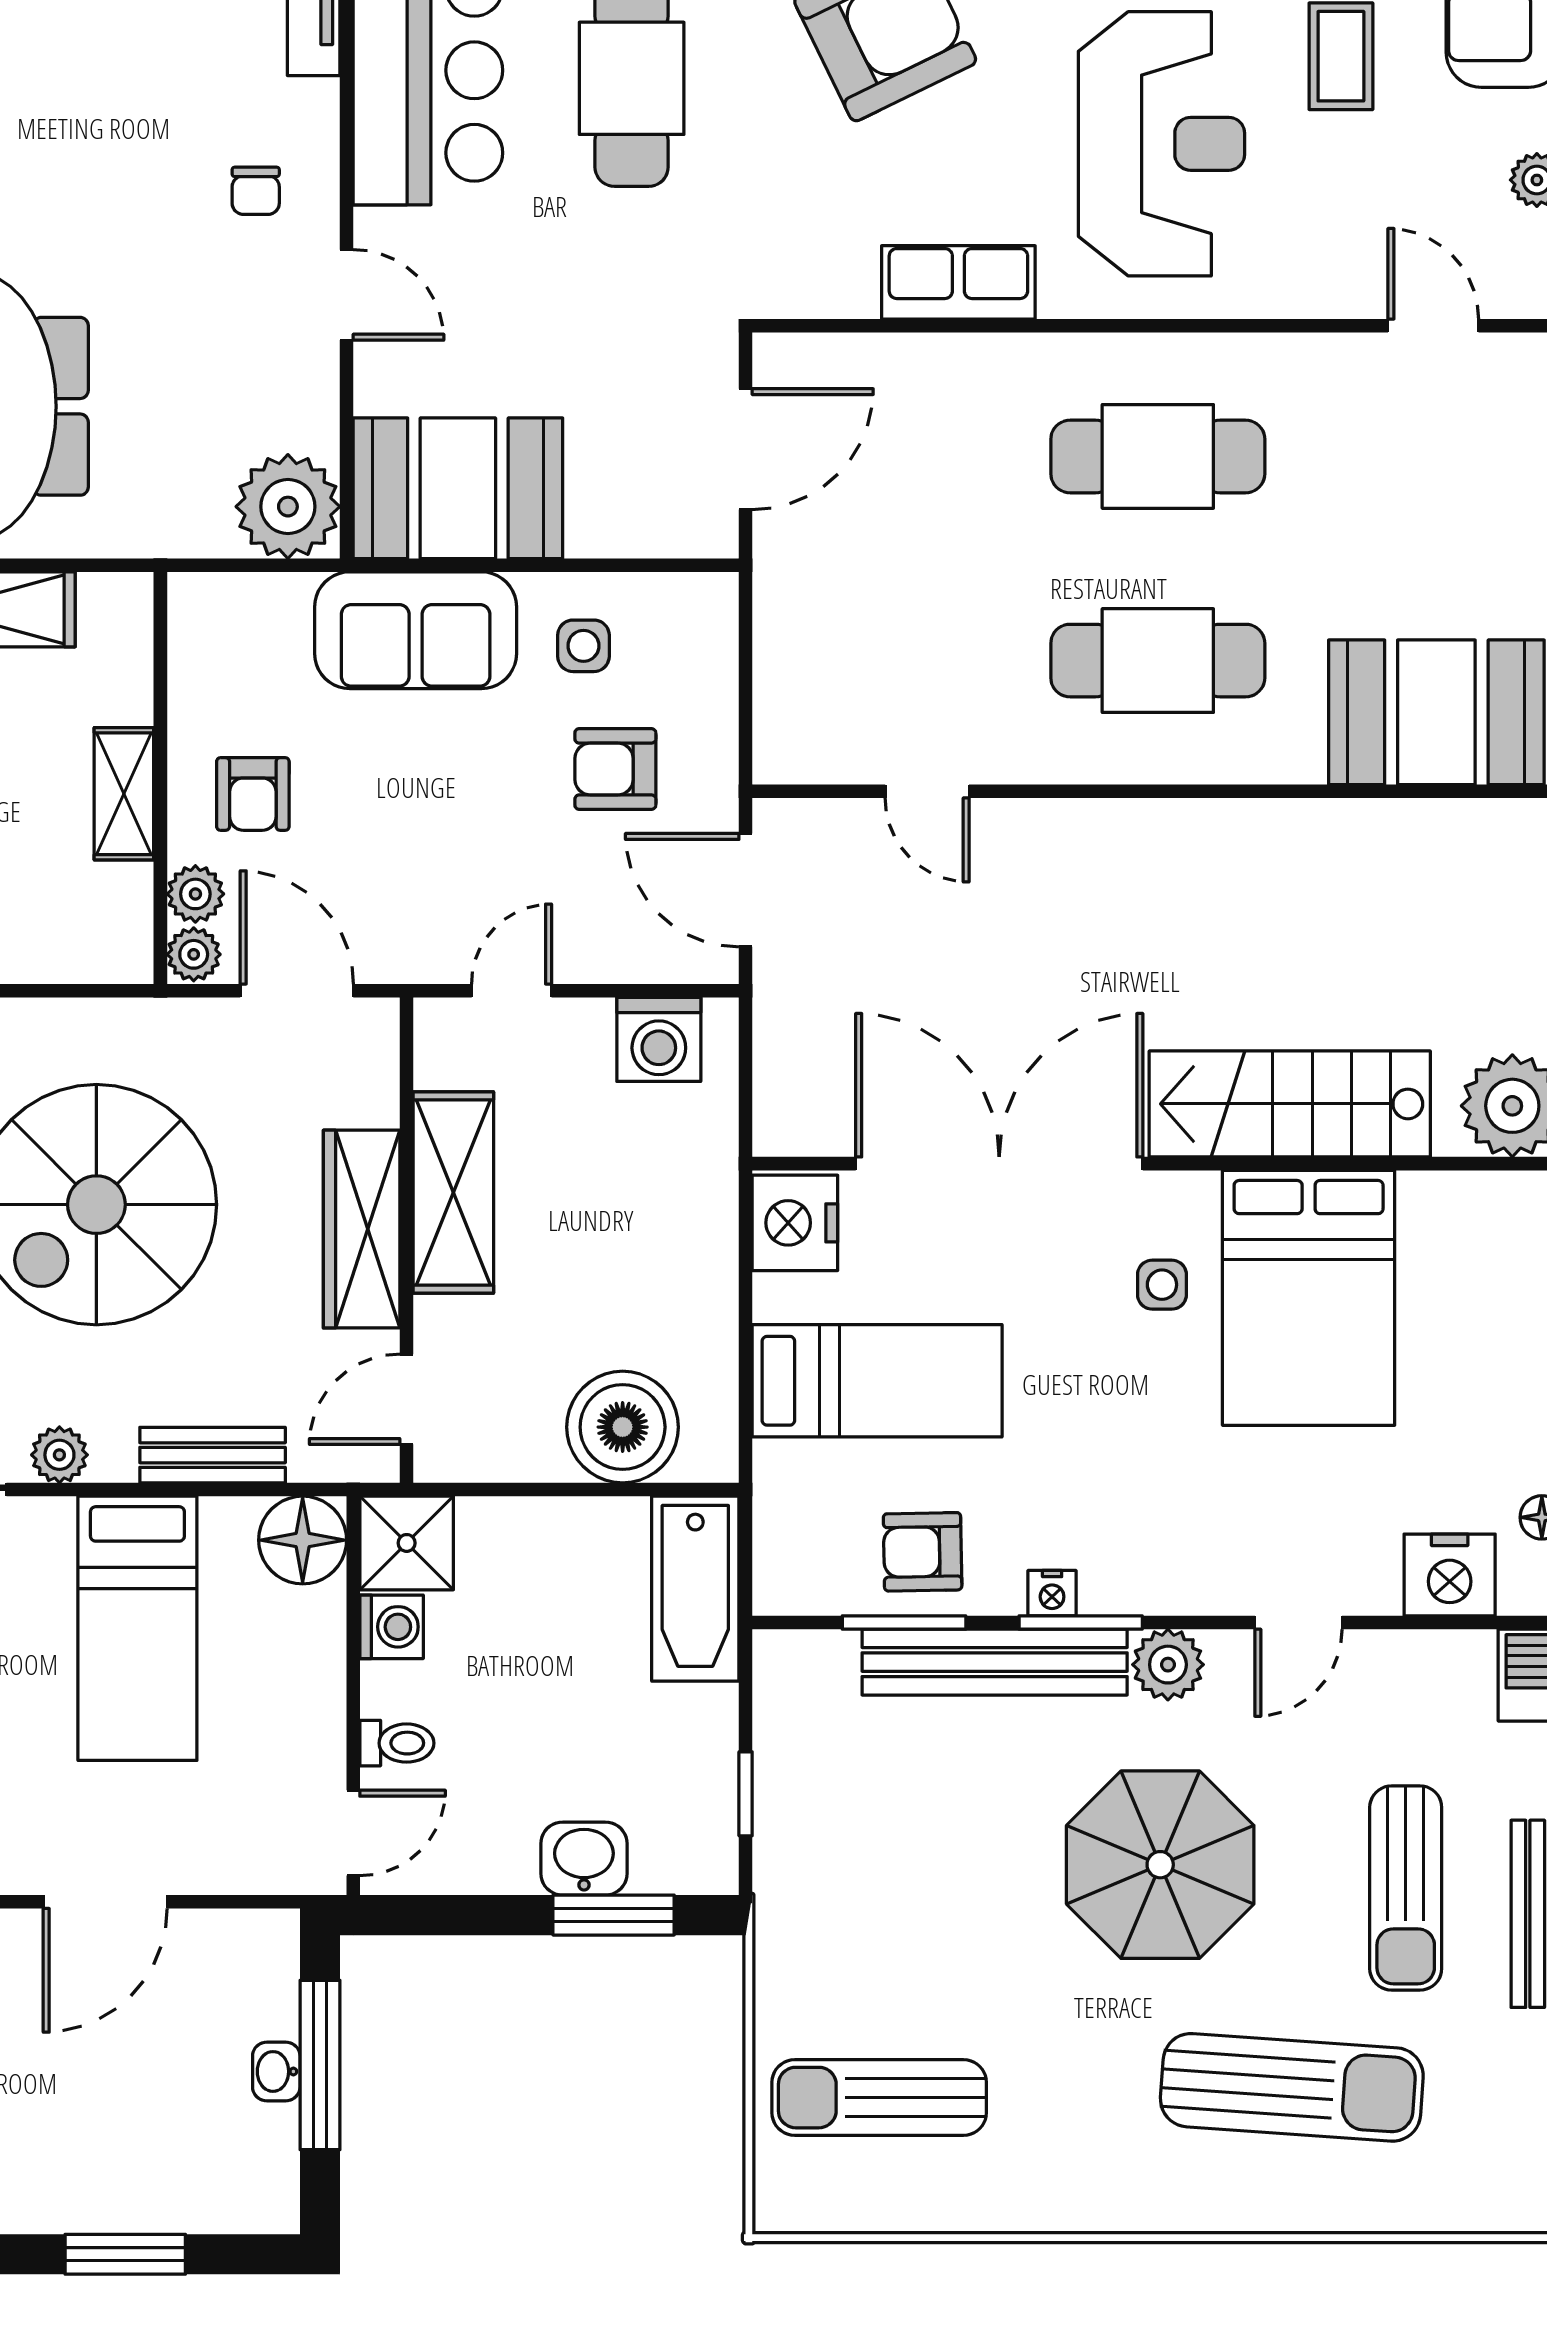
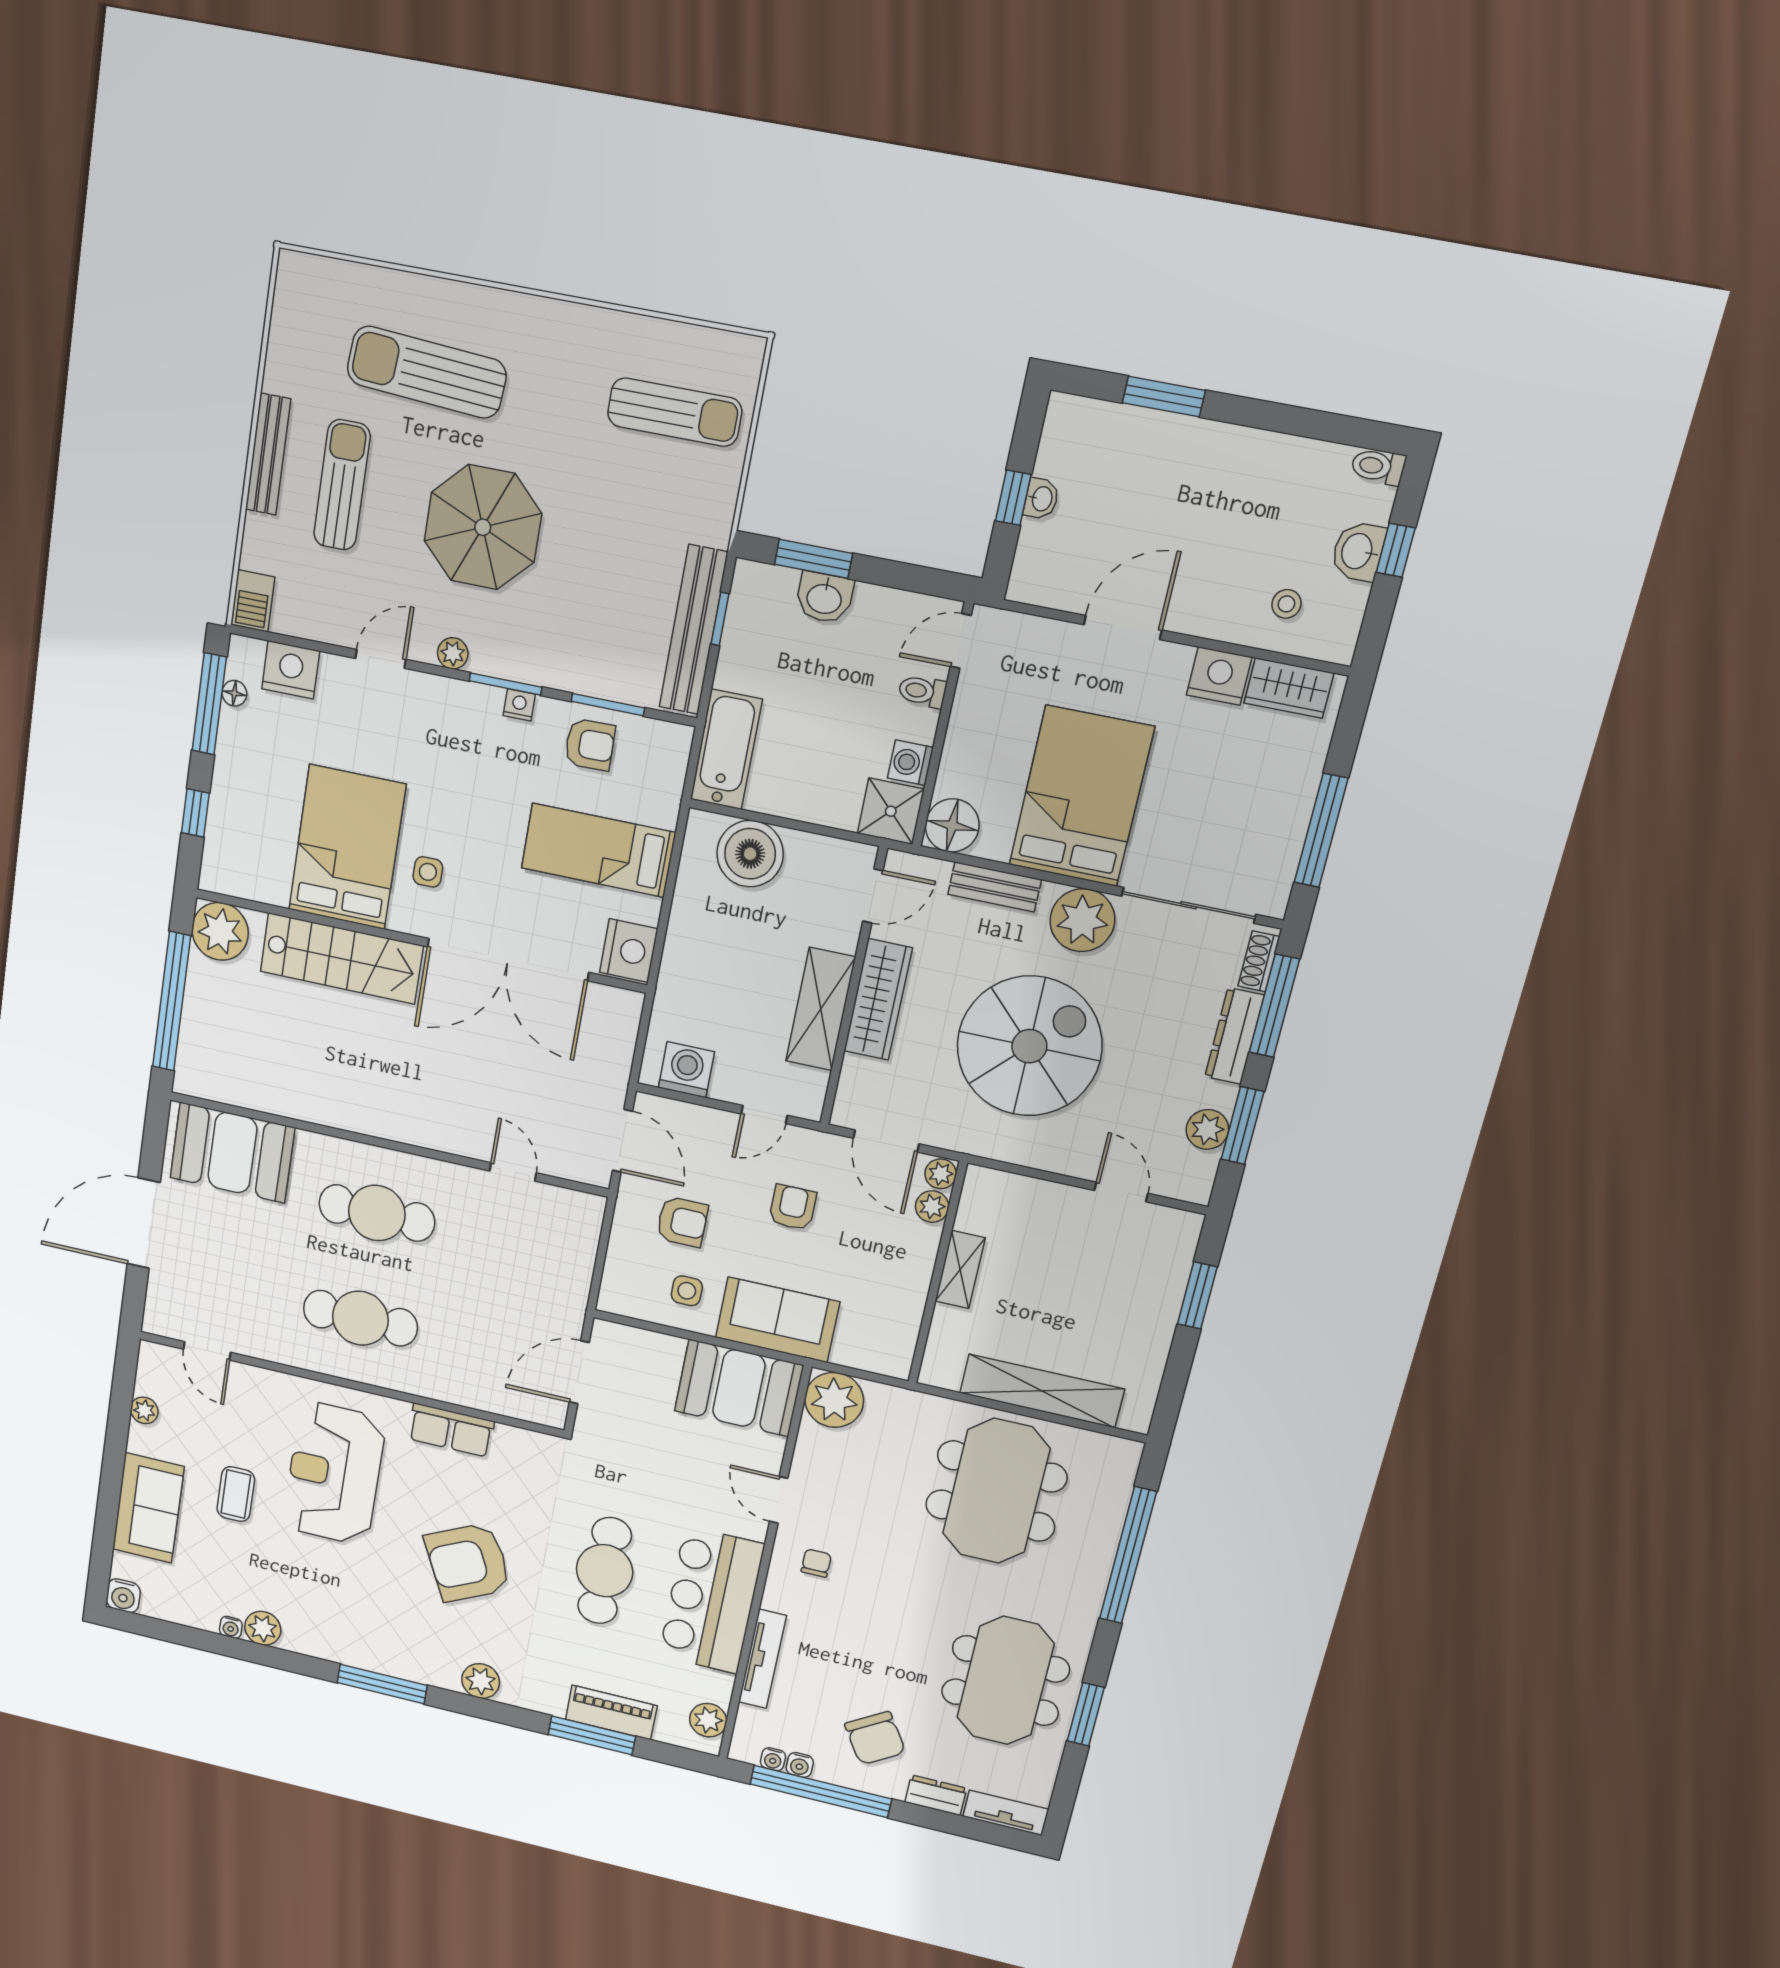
armchair: (253, 794) -> (793, 1207), moved
plant: (59, 1455) -> (1082, 920), width x1.88, depth x1.88
bed: (137, 1628) -> (1081, 796), width x1.50
bench: (995, 1662) -> (694, 630), moved, turned 90
plant: (1168, 1665) -> (453, 653), width x0.73, depth x0.73
window: (320, 2065) -> (1013, 498), width x0.46

